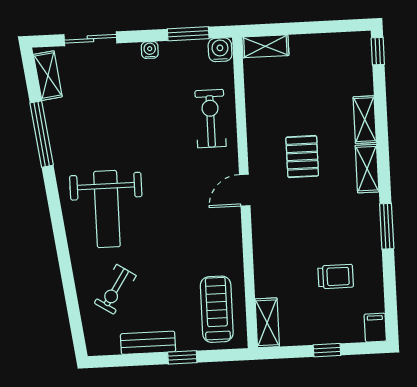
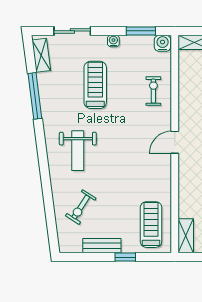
treadmill: (127, 114) -> (95, 85), added
exercise bike: (211, 119) -> (153, 91), width x0.73, depth x0.72
weight bench: (107, 209) -> (78, 151), width x0.73, depth x0.75

